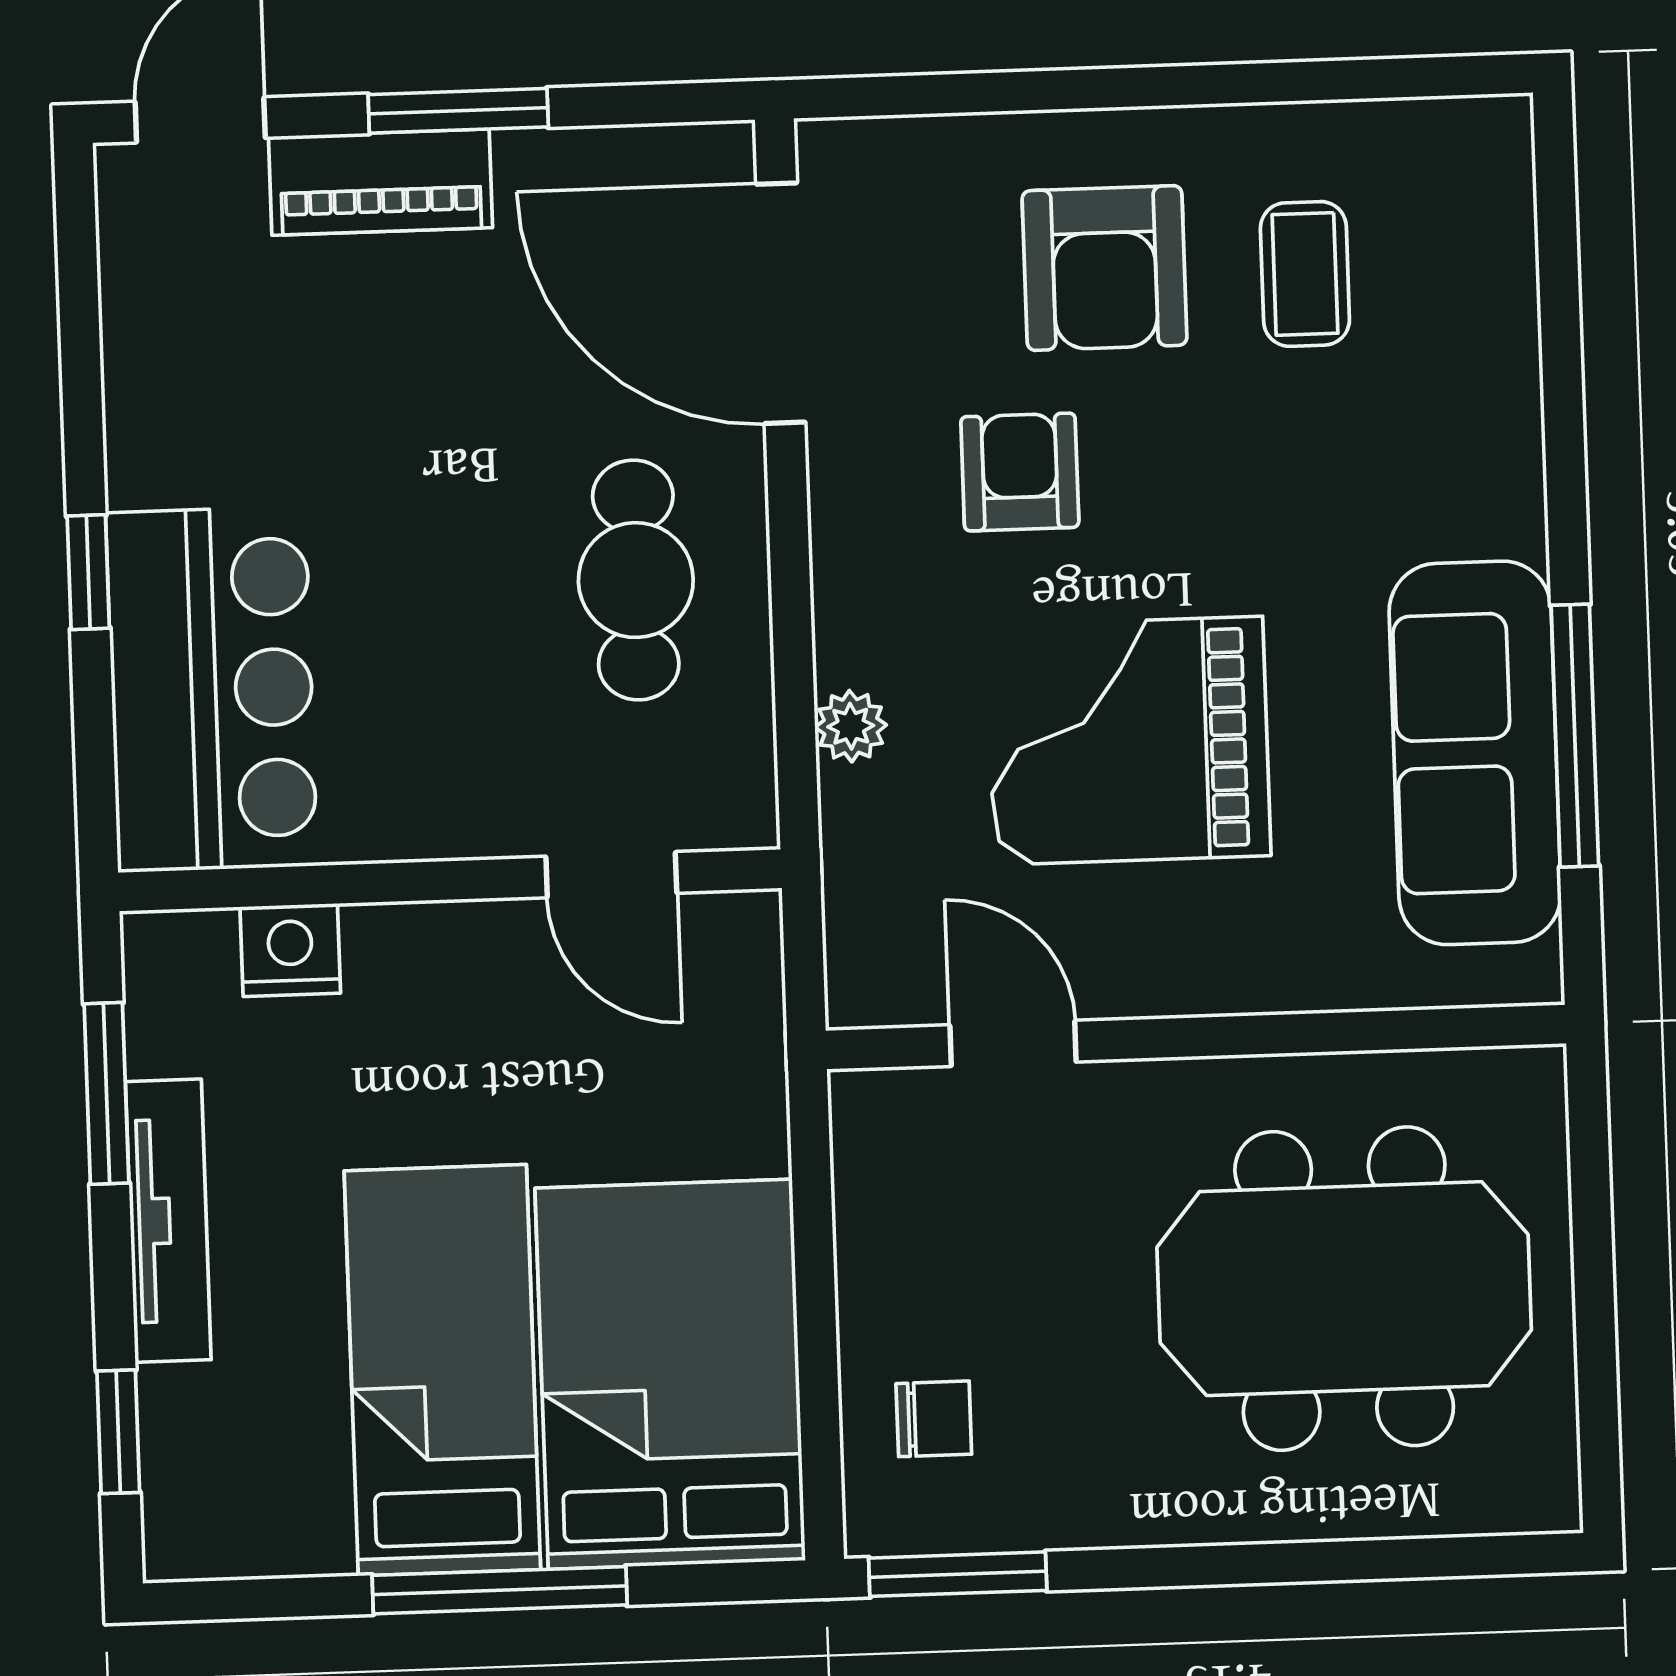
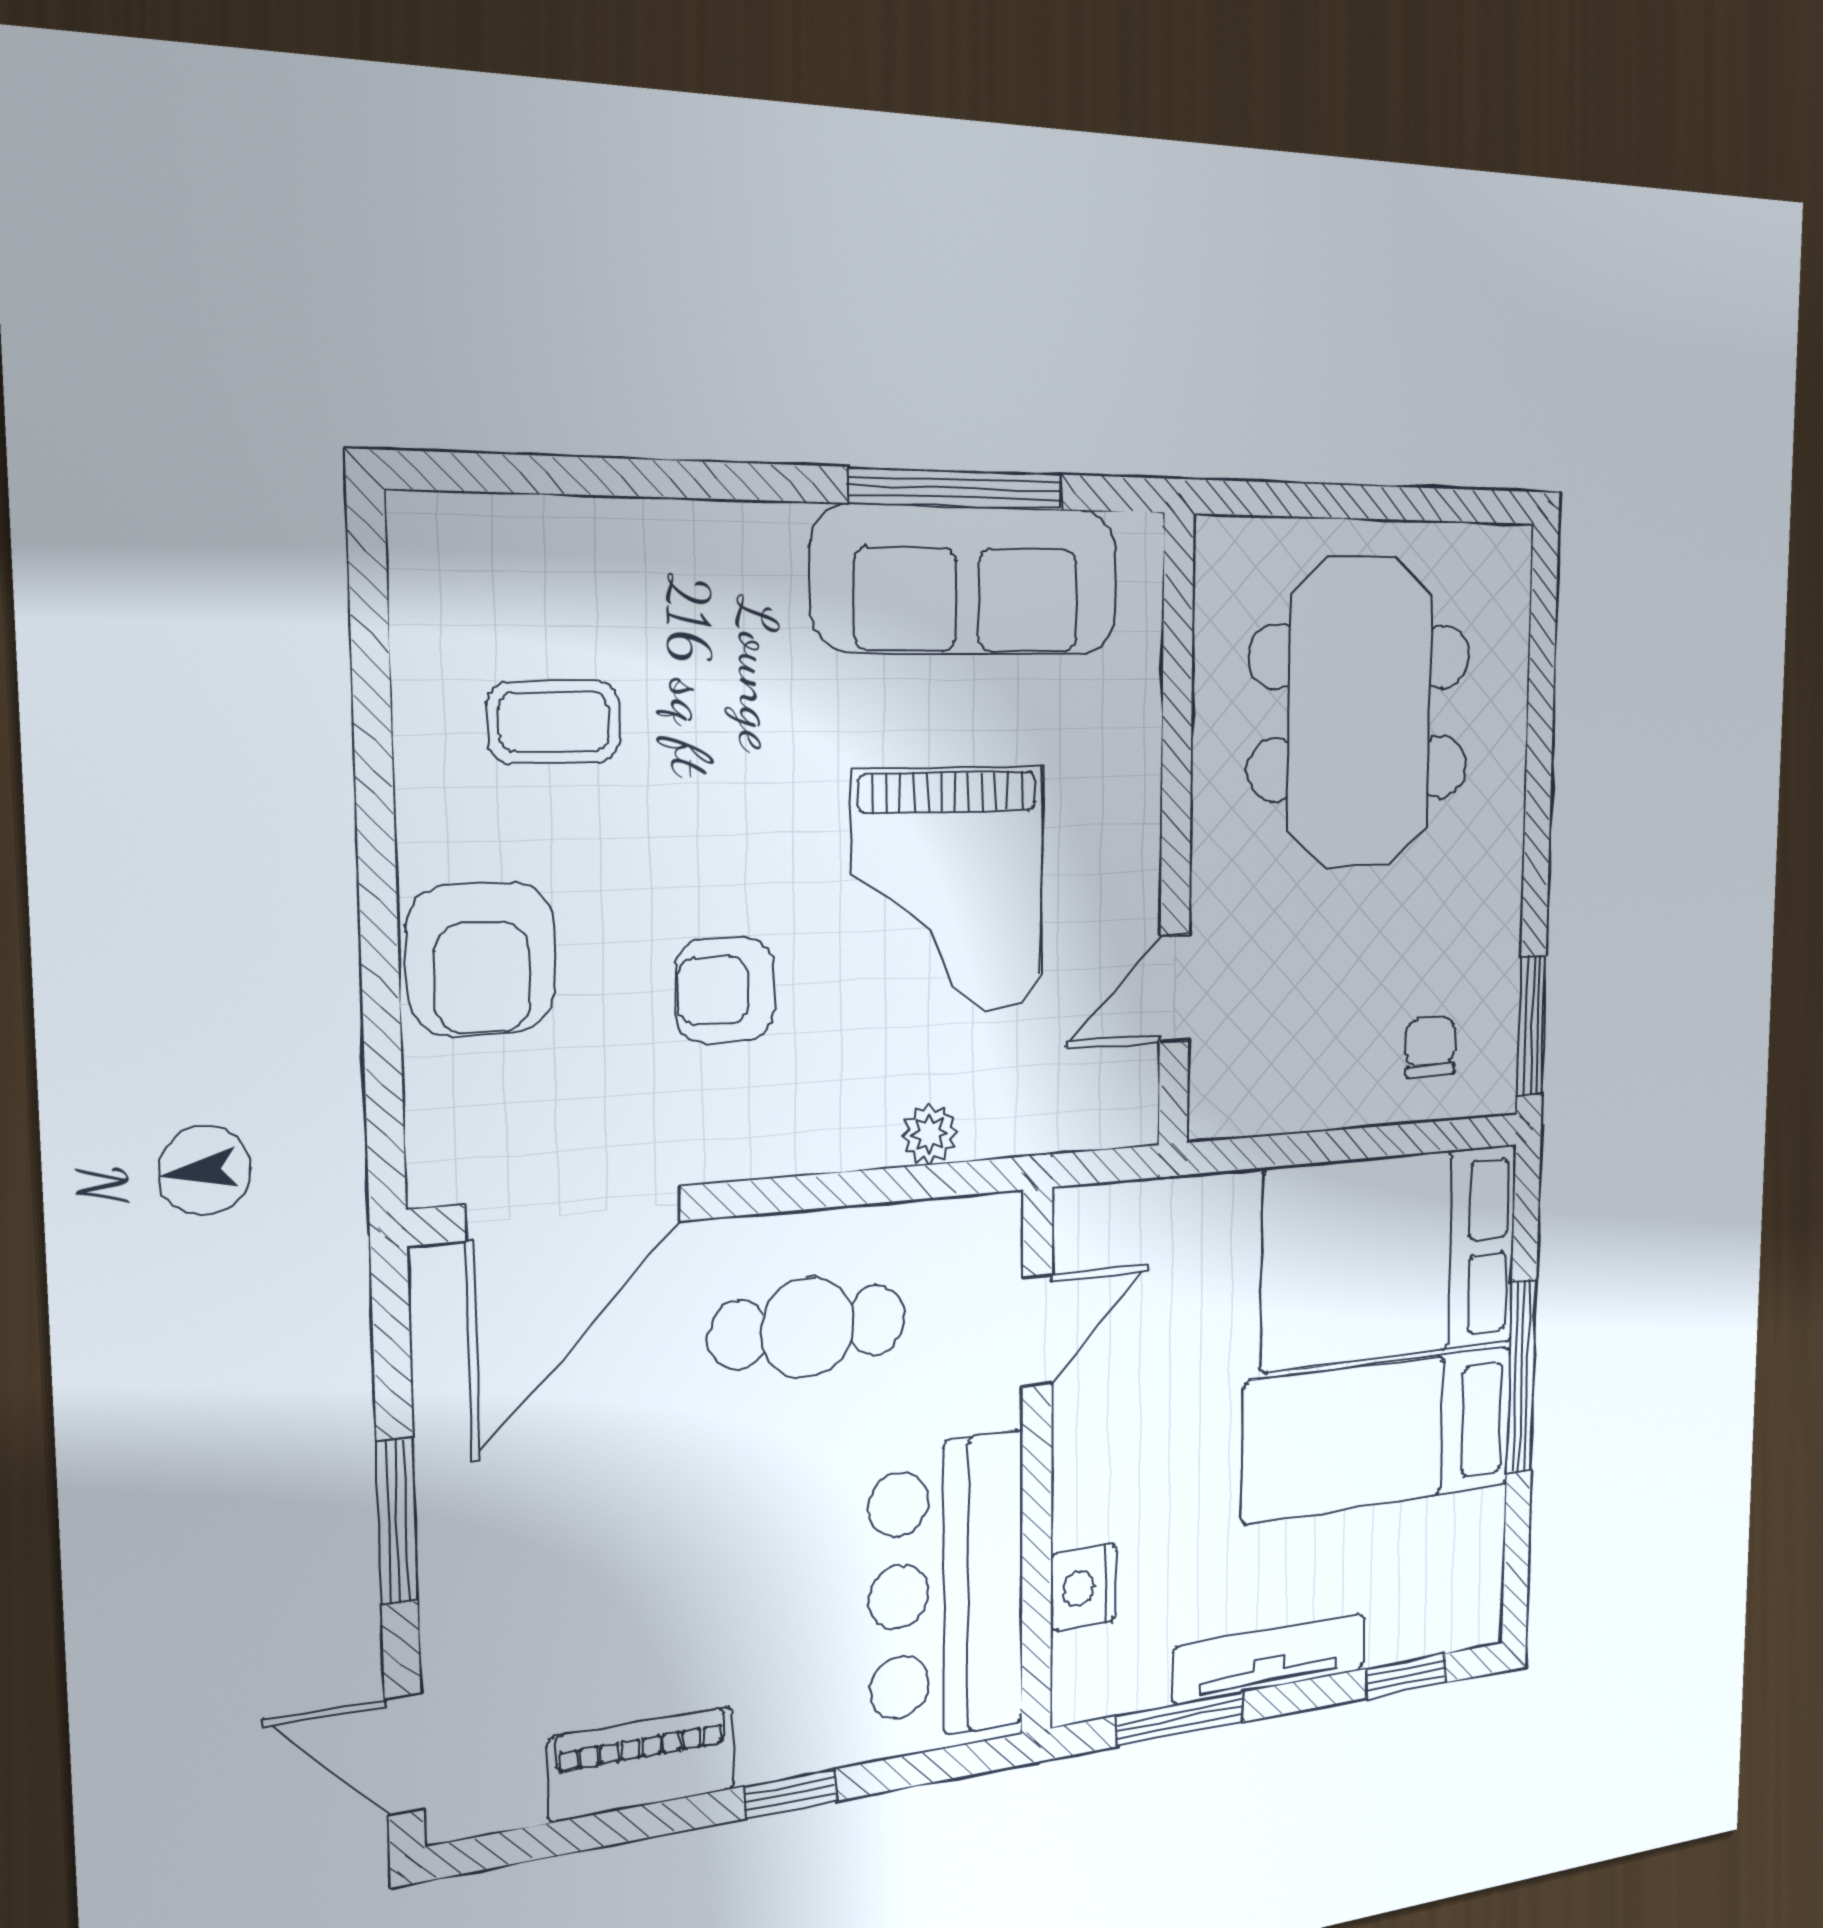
piano: (381, 182) -> (641, 1764), moved, turned -90
armchair: (1105, 268) -> (482, 959), moved, turned 90
bar counter: (212, 689) -> (947, 1589), moved, turned -90

